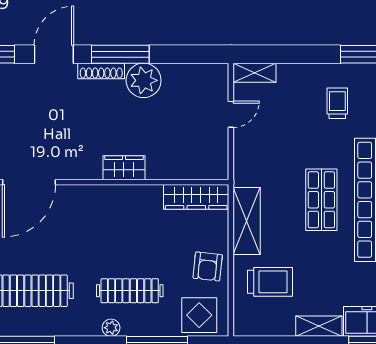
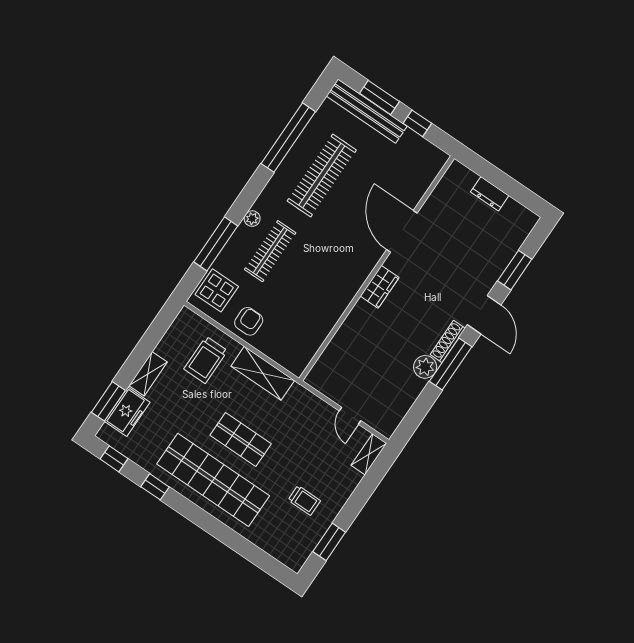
plant: (144, 80) -> (425, 367), width x0.73, depth x0.73
wardrobe: (124, 168) -> (380, 287), moved
wardrobe: (196, 197) -> (306, 348), removed
armchair: (208, 266) -> (249, 321), turned 84

